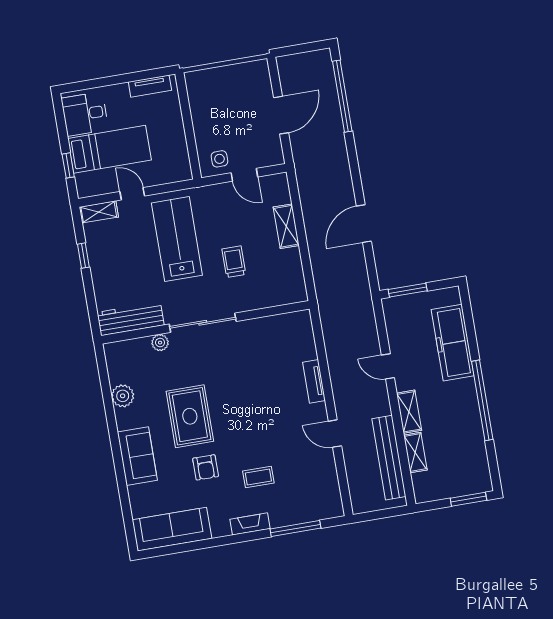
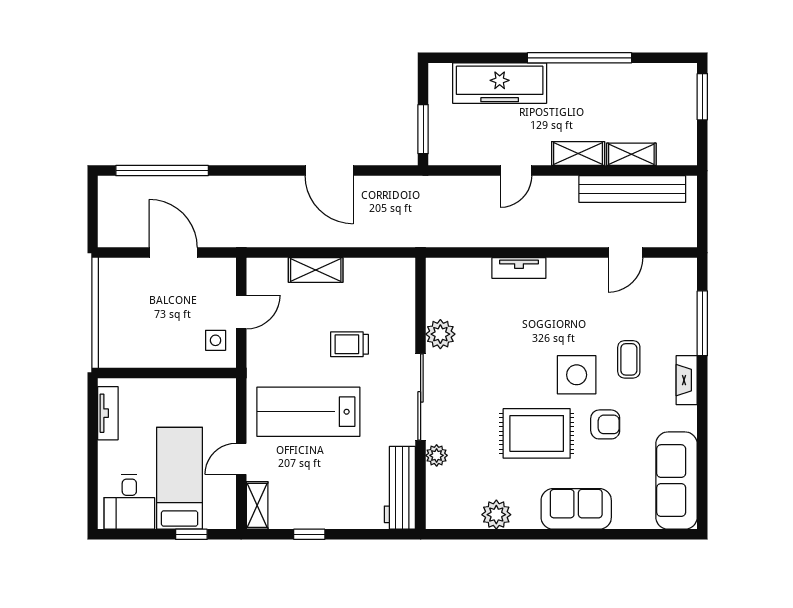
plant: (253, 330) -> (440, 334), added
door: (335, 434) -> (626, 253), moved
side table: (240, 439) -> (577, 375), added

